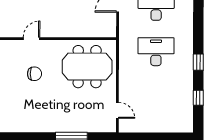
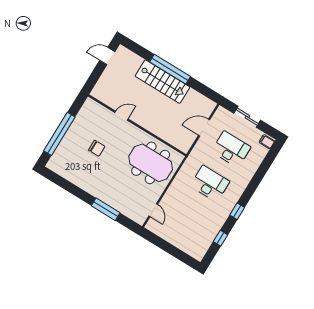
chair: (34, 74) -> (97, 148), moved

